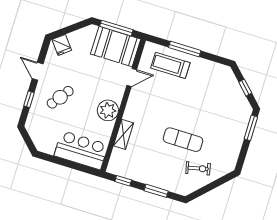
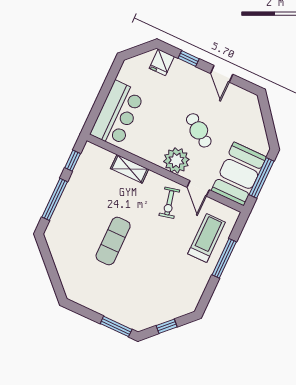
fridge: (62, 45) -> (162, 62), moved, turned -52
door: (38, 71) -> (222, 74), swing flipped
cafe table: (60, 97) -> (199, 130), moved
plant: (108, 110) -> (176, 160), moved
exercise bike: (198, 168) -> (169, 203), moved
window: (156, 191) -> (55, 199), width x1.44

